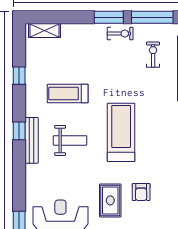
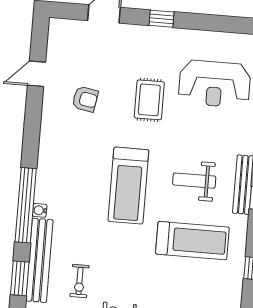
treadmill: (68, 94) -> (192, 241), width x1.37, depth x1.38
armchair: (141, 192) -> (85, 99), moved, turned 100

